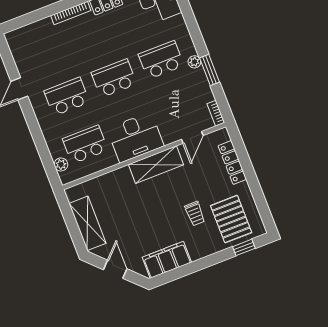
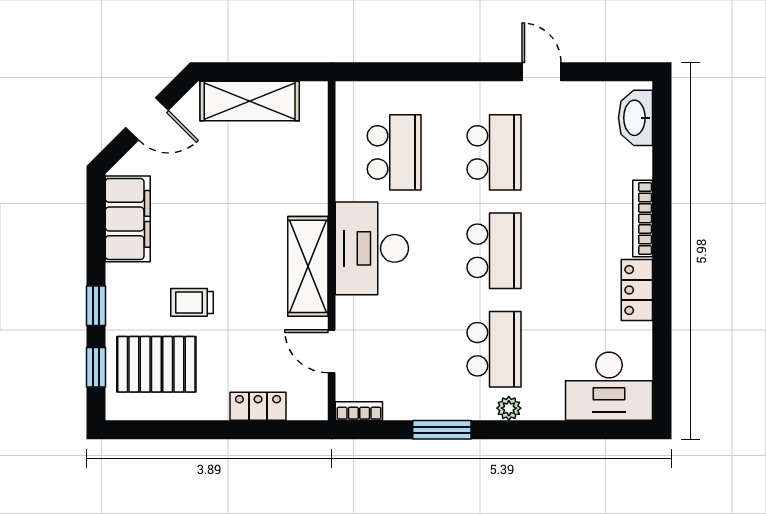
washbasin: (24, 35) -> (635, 118), added
plant: (194, 62) -> (509, 408), moved
locker: (232, 163) -> (258, 406), width x0.66
plant: (61, 164) -> (375, 94), removed
window: (214, 259) -> (96, 306), added

